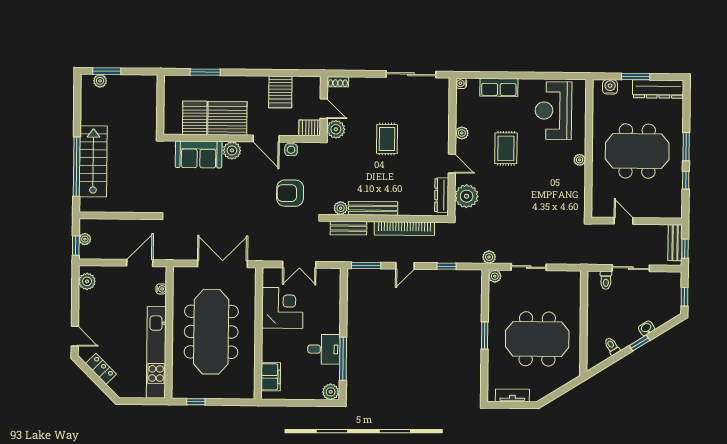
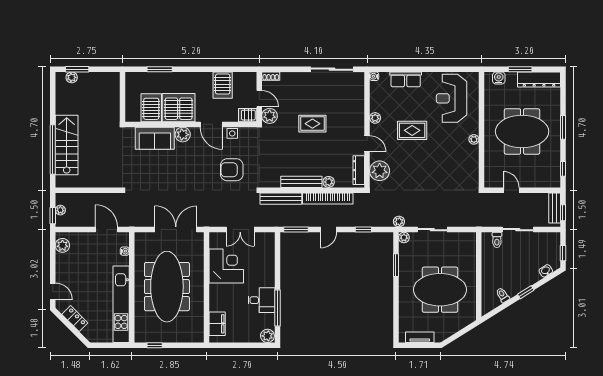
rug: (387, 139) -> (312, 124), turned 90
rug: (506, 148) -> (412, 130), turned 90
window: (686, 180) -> (563, 169), moved
plant: (341, 208) -> (329, 182), moved
bench: (348, 228) -> (281, 199), width x1.36
door: (140, 263) -> (106, 230), hinge flipped
washbasin: (646, 328) -> (546, 271), moved
window: (485, 336) -> (396, 265), moved

